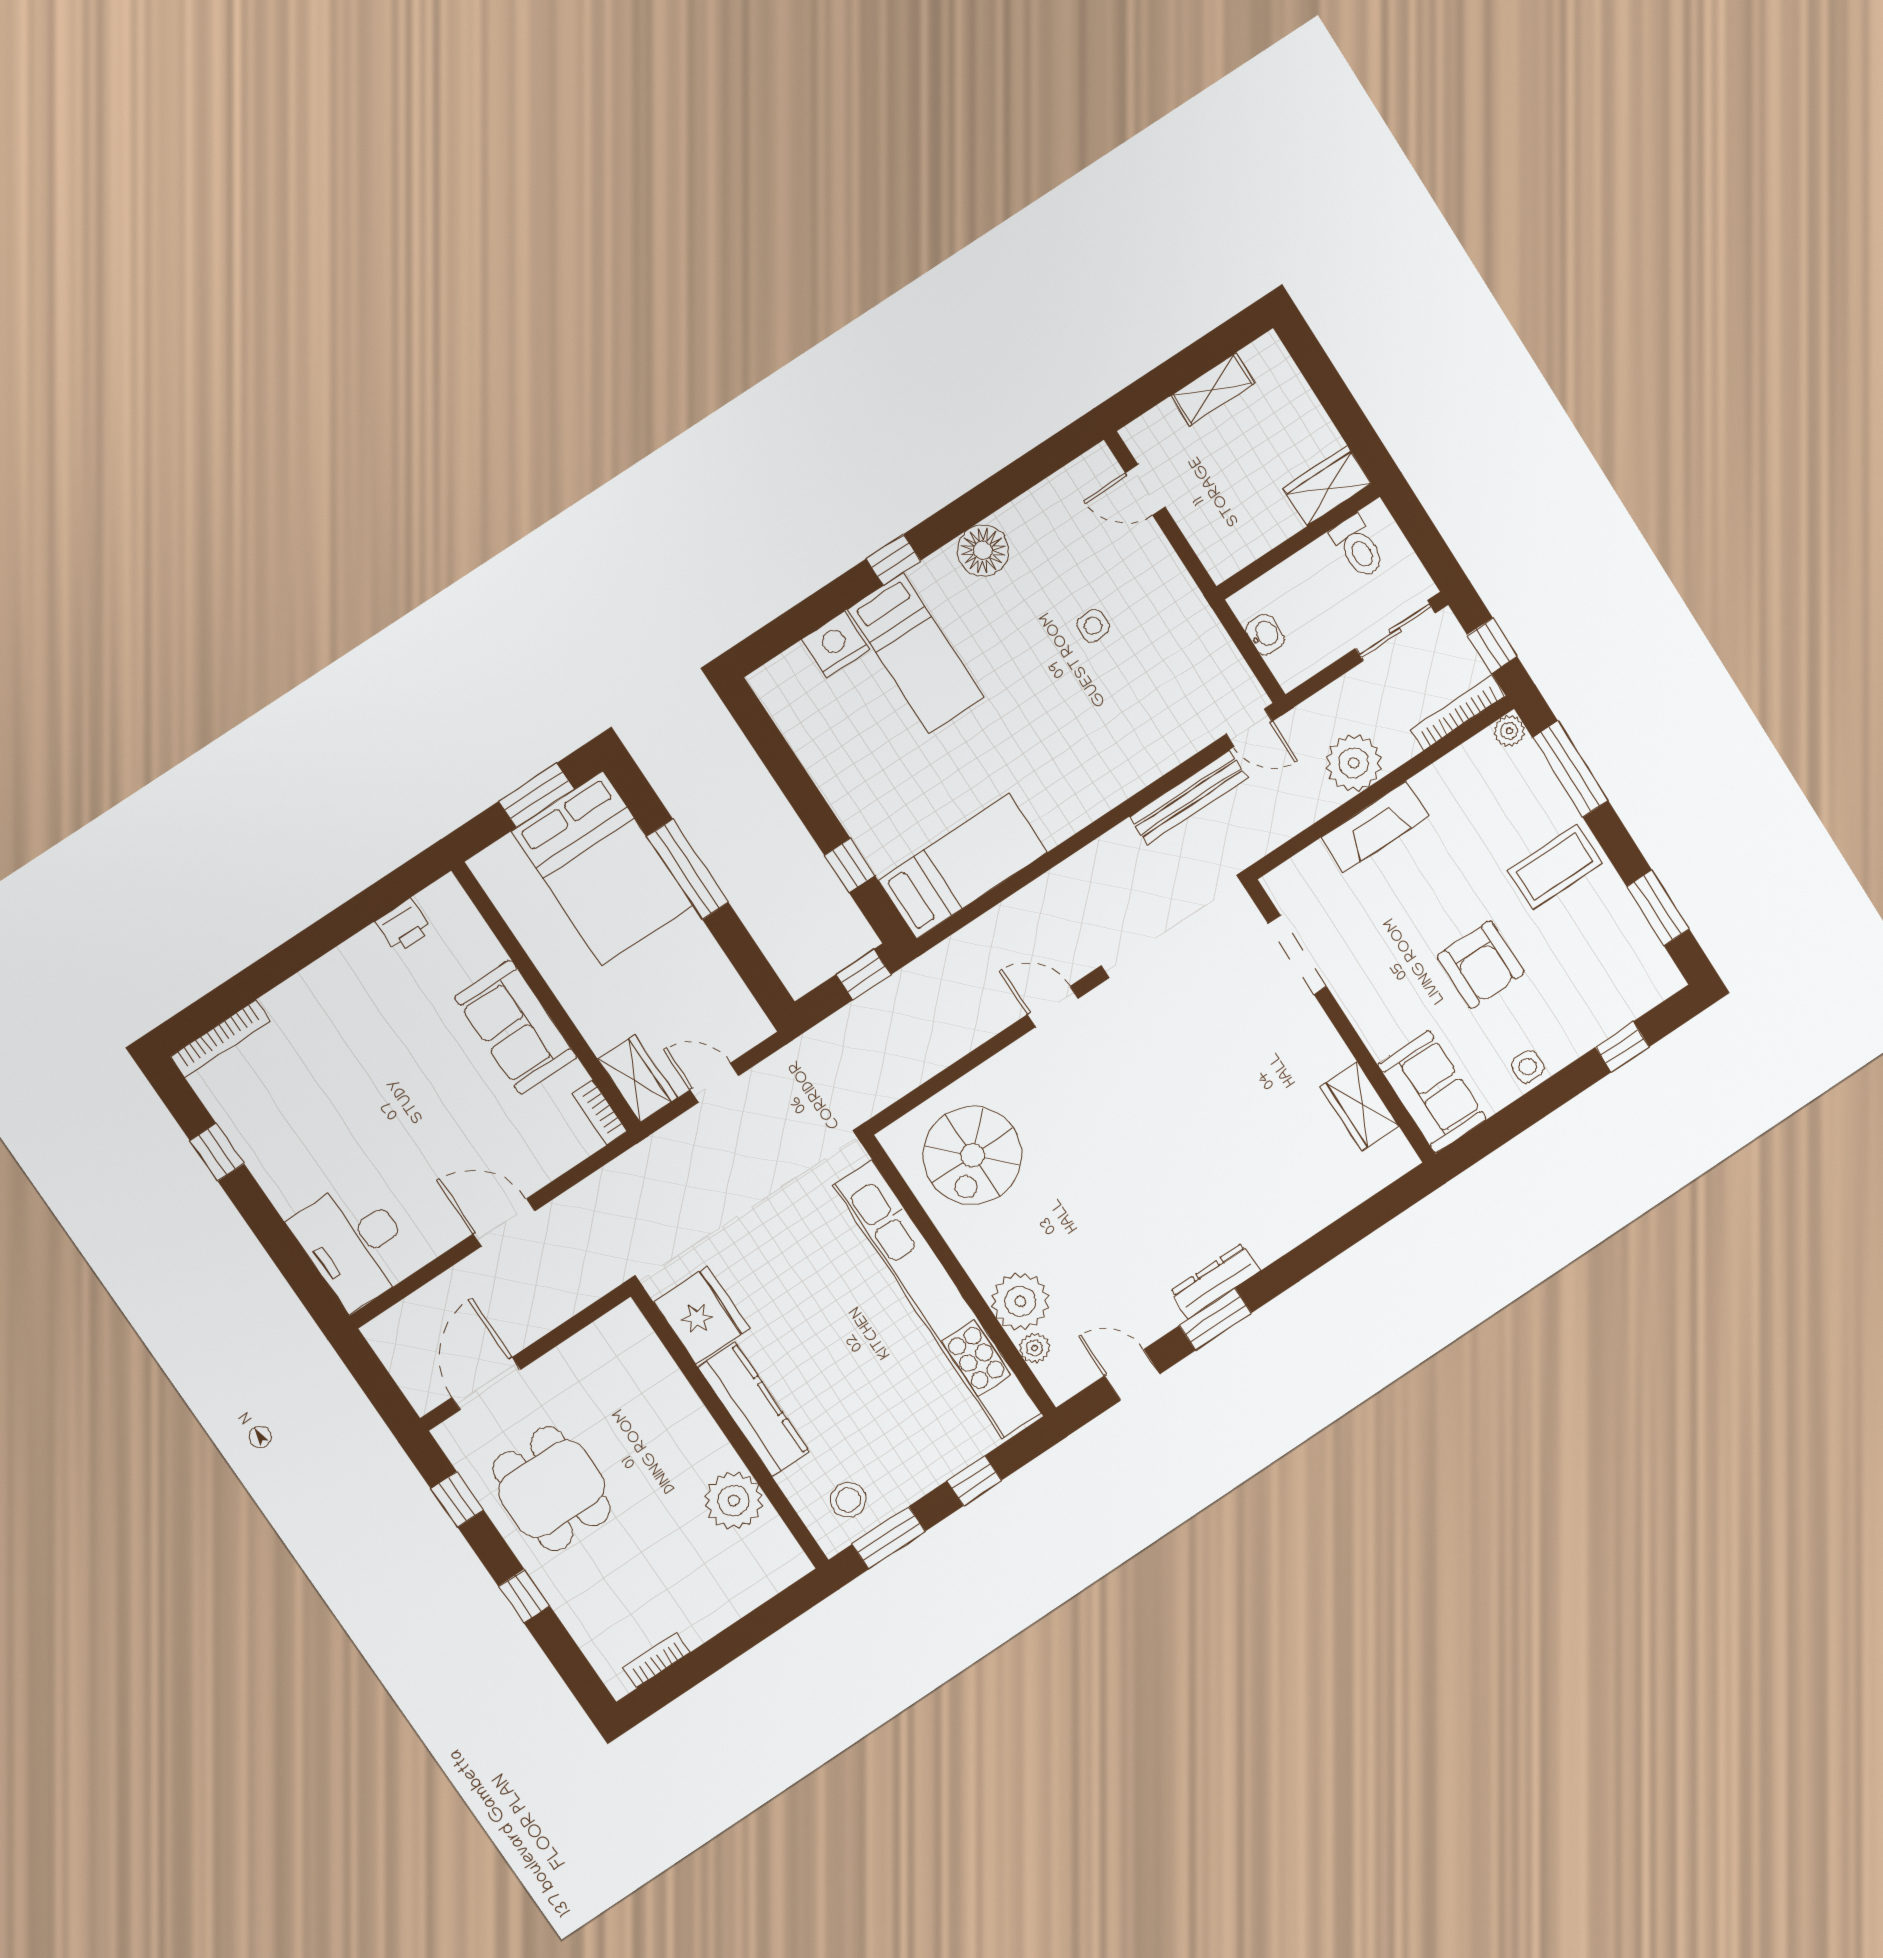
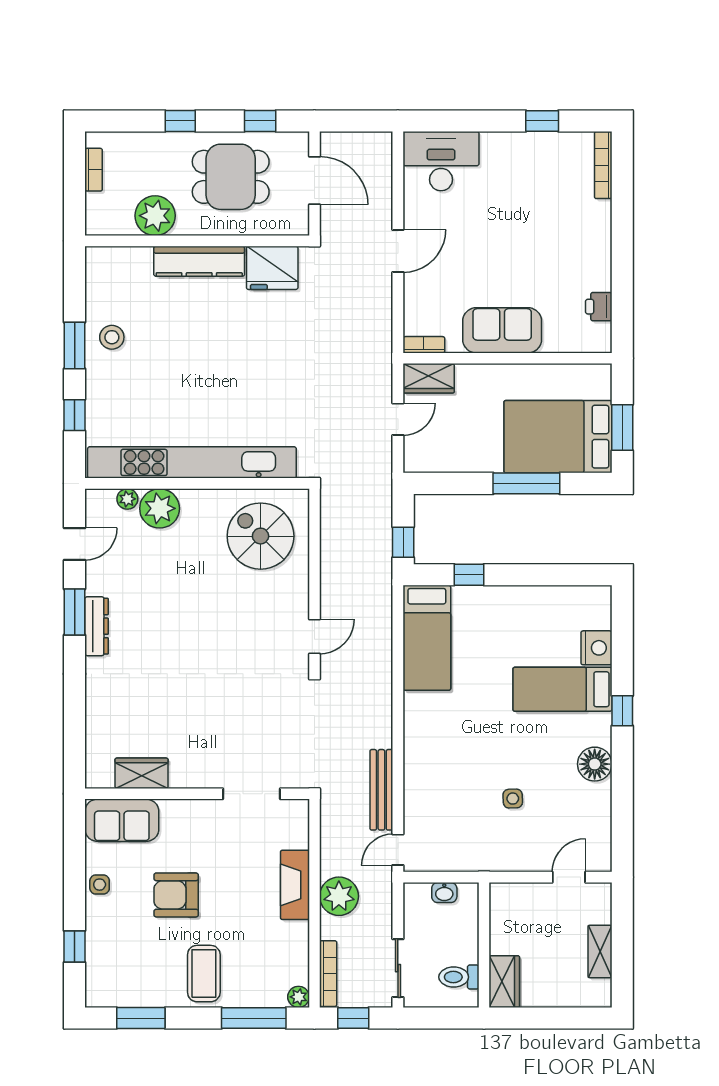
fridge: (702, 1315) -> (272, 268), moved
kitchen counter: (754, 1410) -> (199, 261), moved
wall: (730, 1429) -> (197, 241), moved
plant: (734, 1501) -> (155, 216), moved

